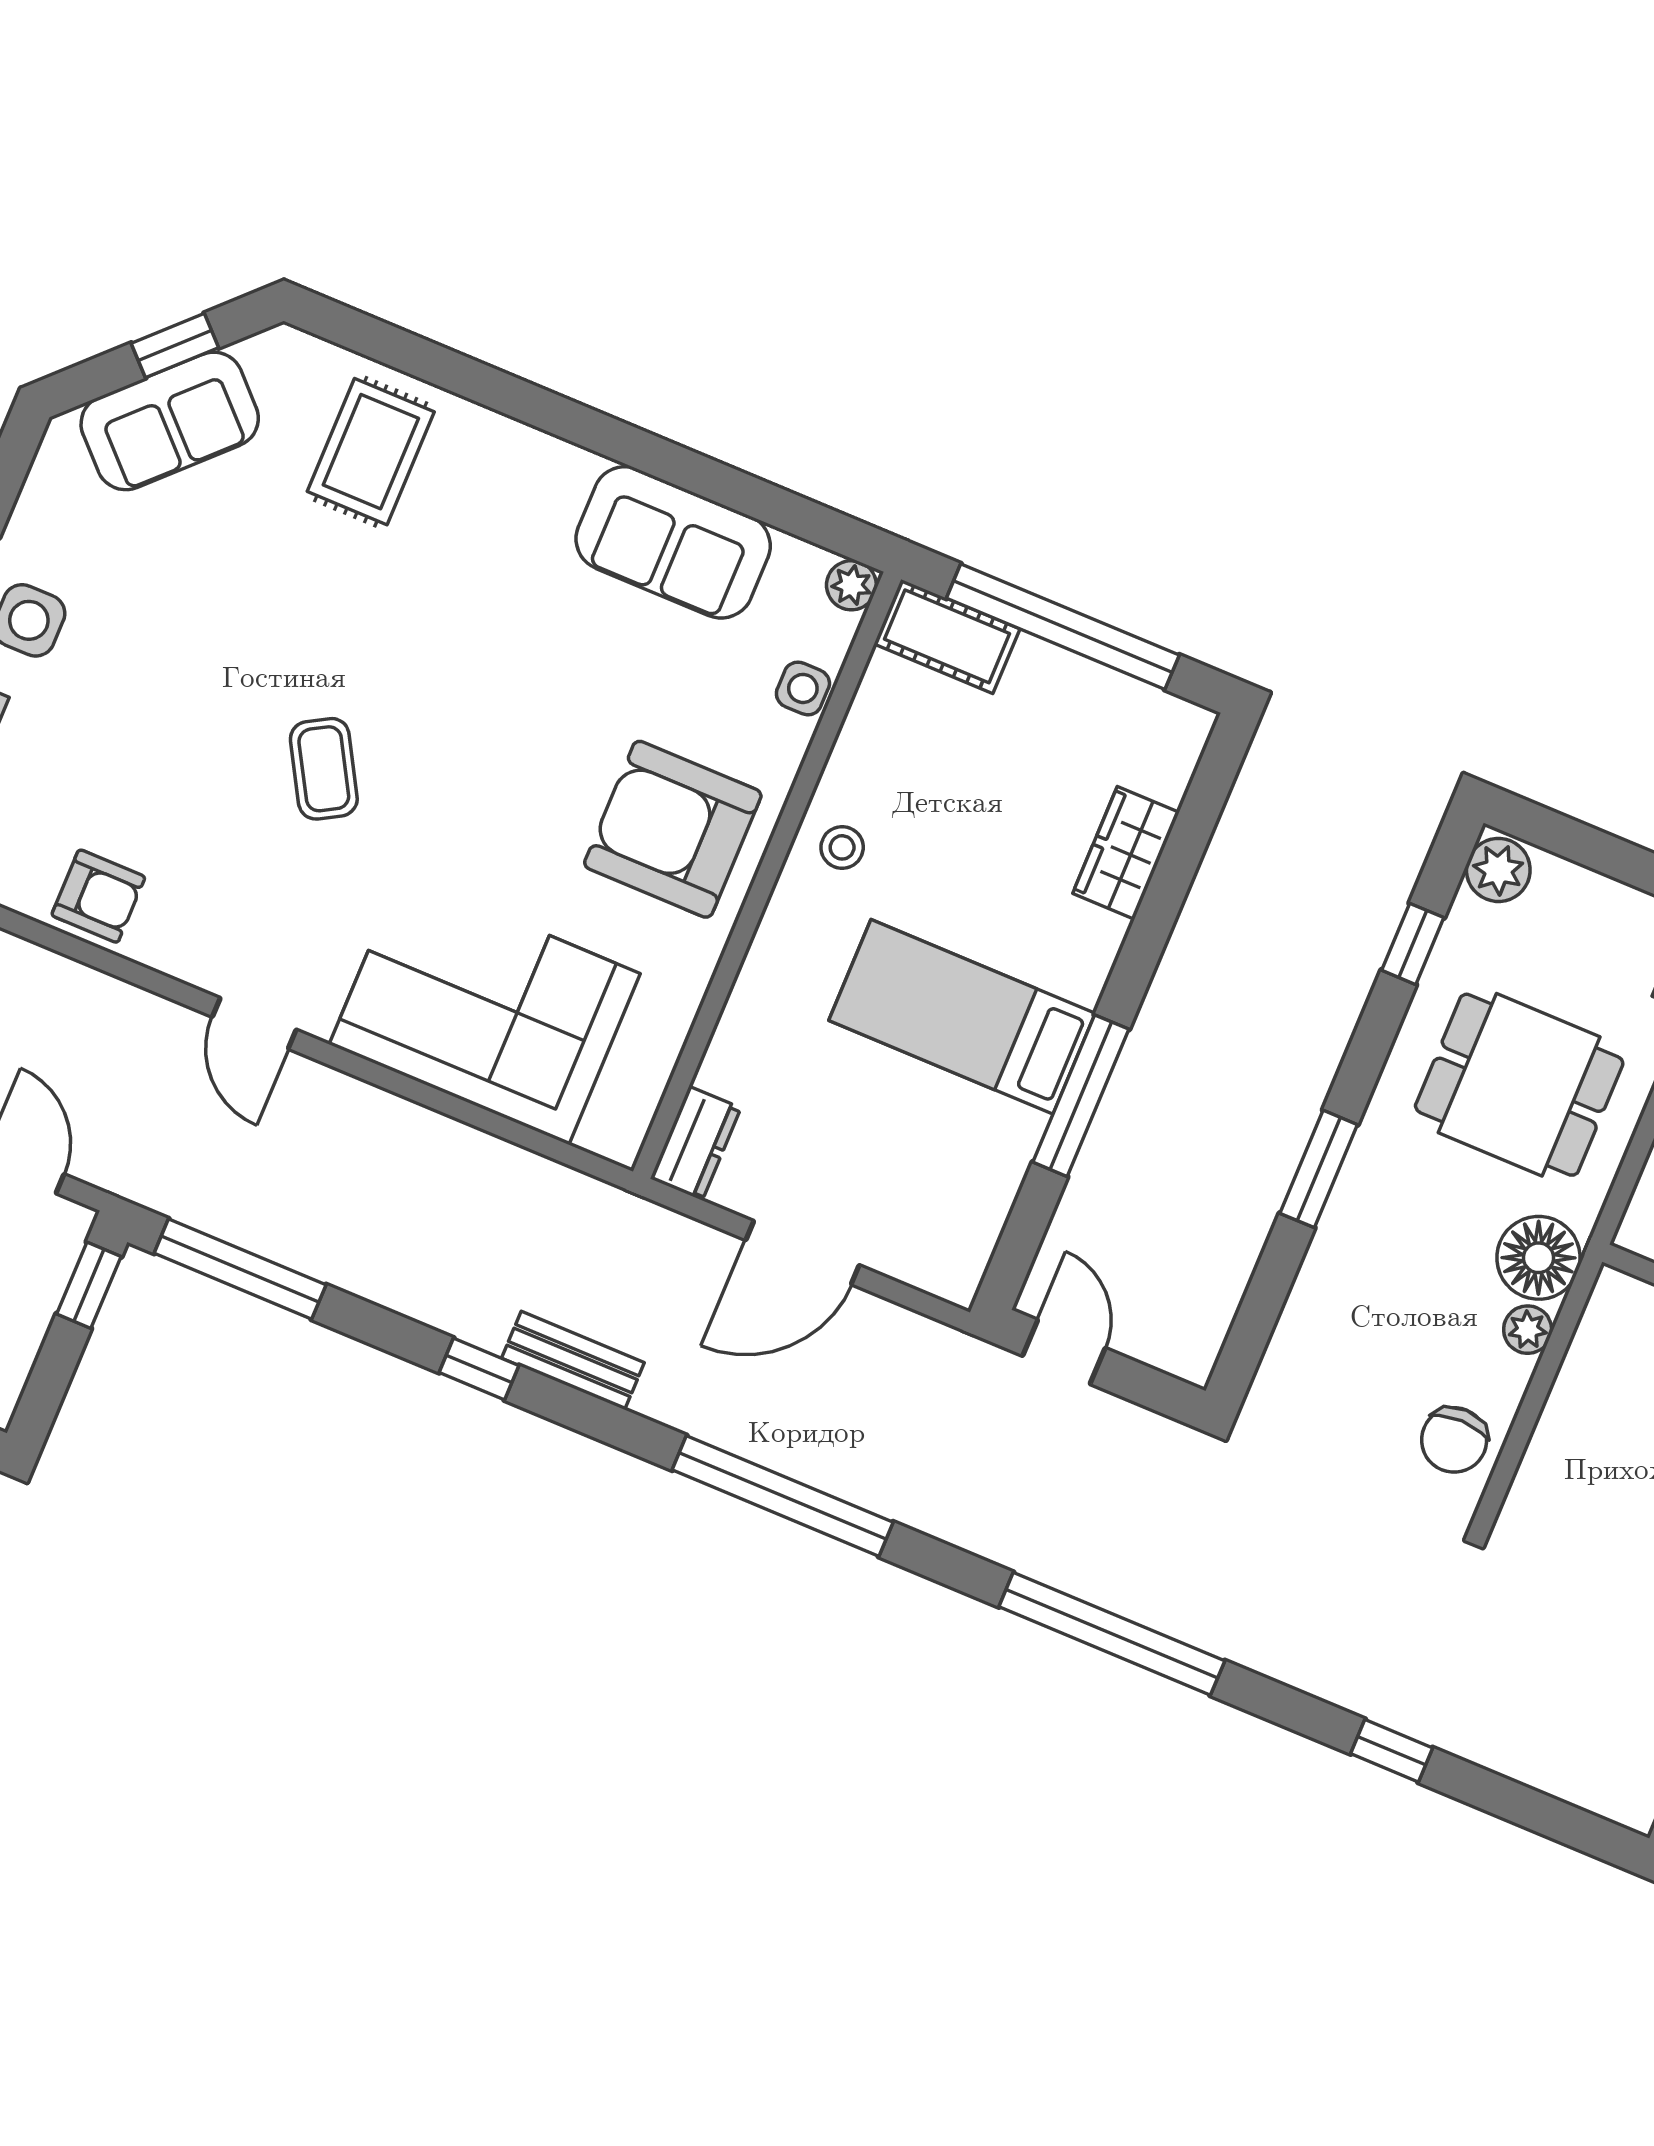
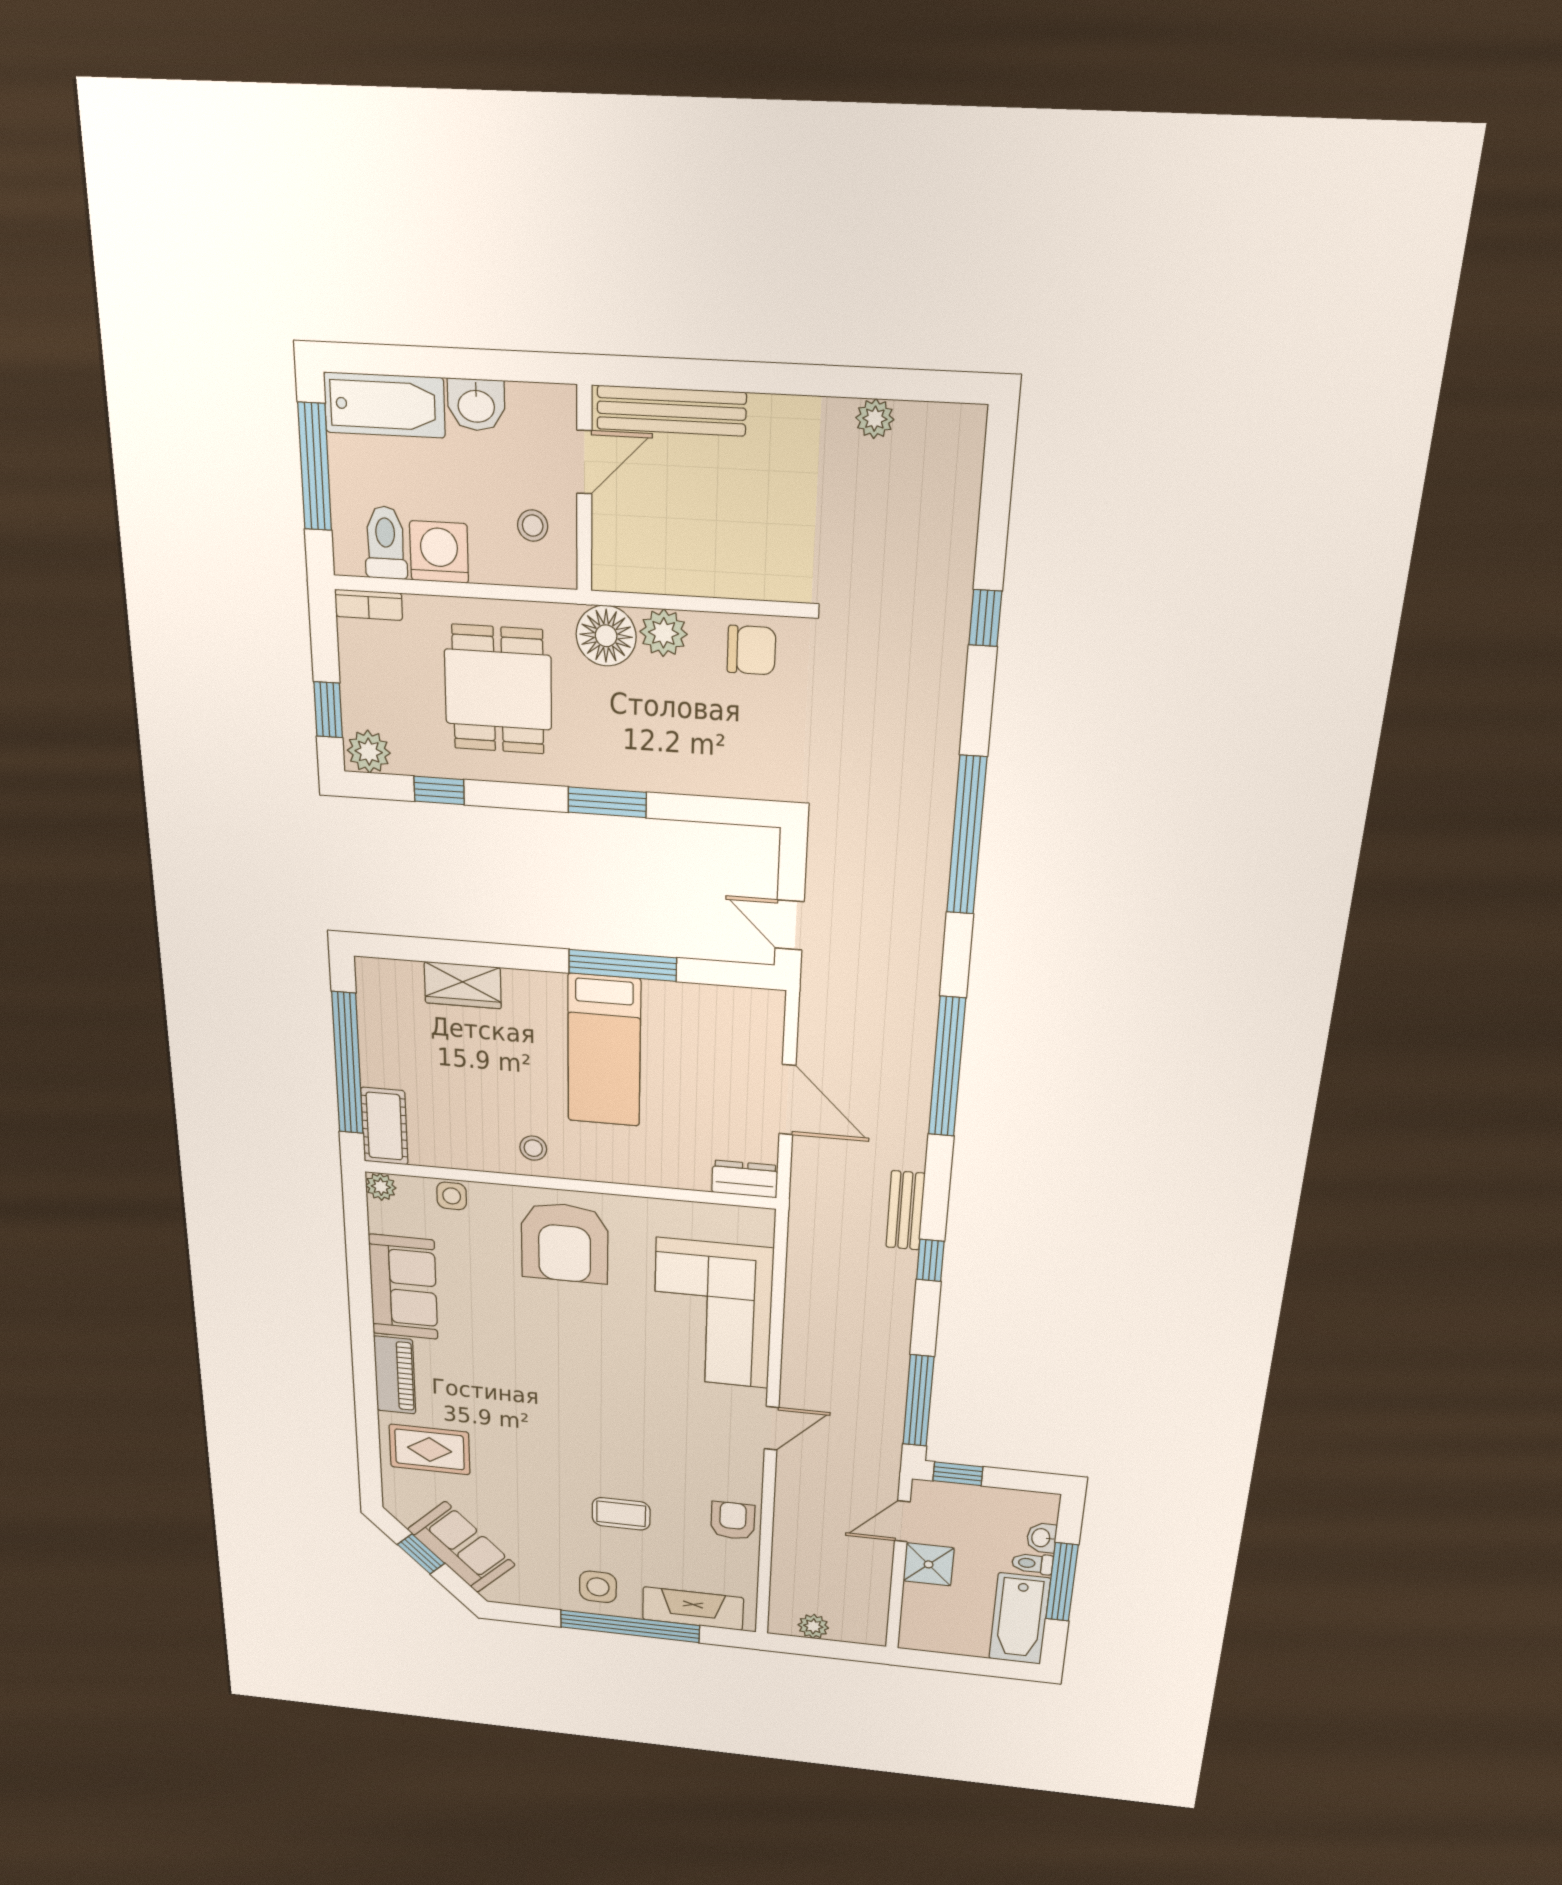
piano: (523, 456) -> (395, 1375), added
coffee table: (324, 769) -> (621, 1514), moved, turned 30
window: (1573, 840) -> (328, 710), added
plant: (1528, 1330) -> (664, 633), width x1.38, depth x1.38
door: (1064, 1352) -> (790, 925), hinge flipped

